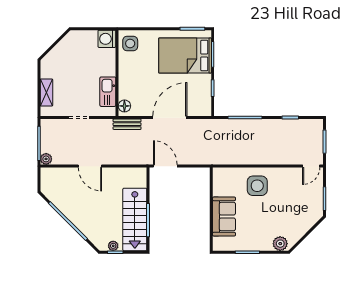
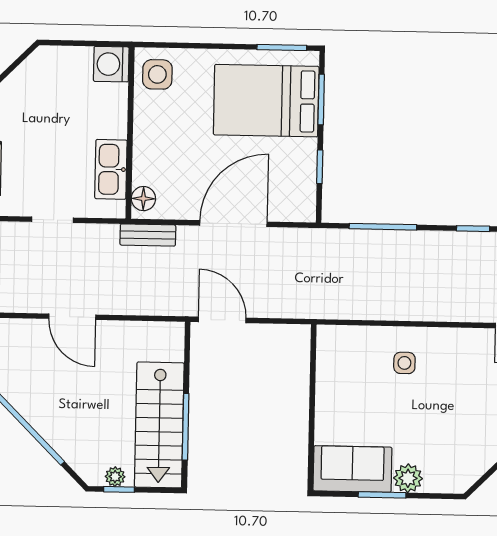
side table: (257, 186) -> (404, 363), width x0.54, depth x0.54
sofa: (224, 217) -> (352, 469), moved, turned -90
plant: (280, 244) -> (408, 478), moved

